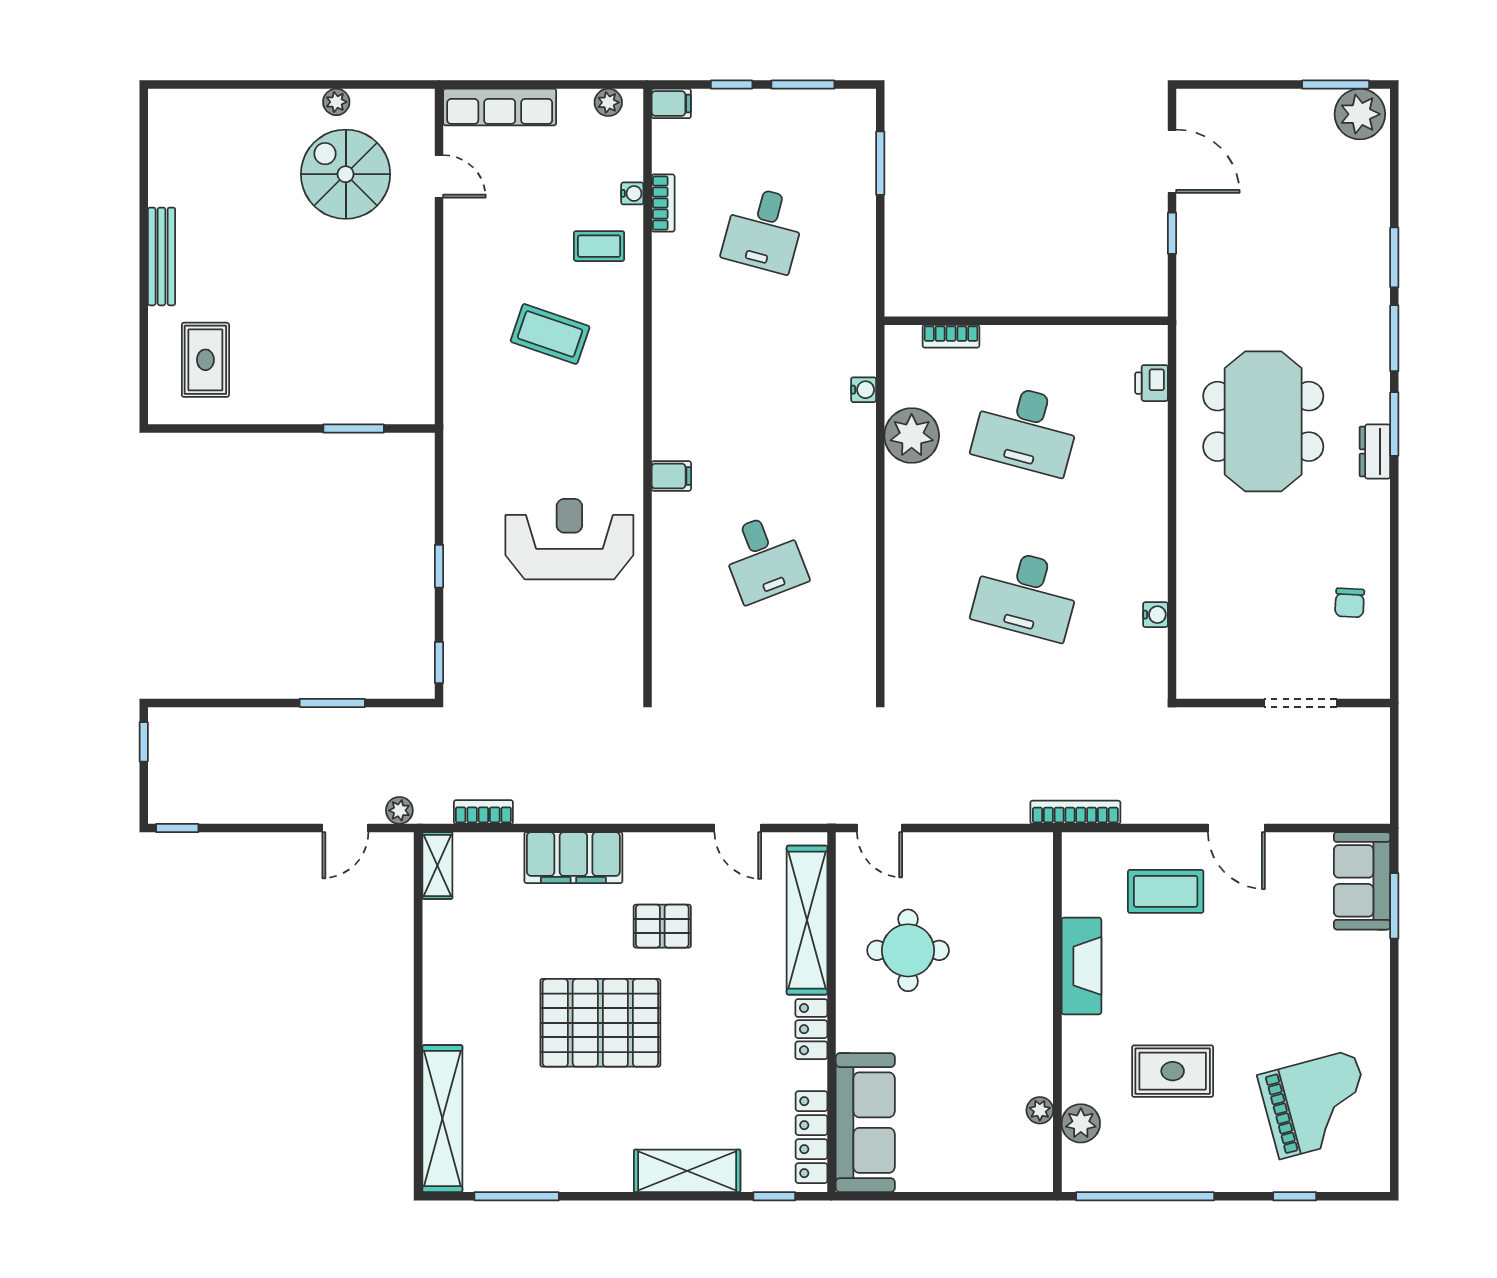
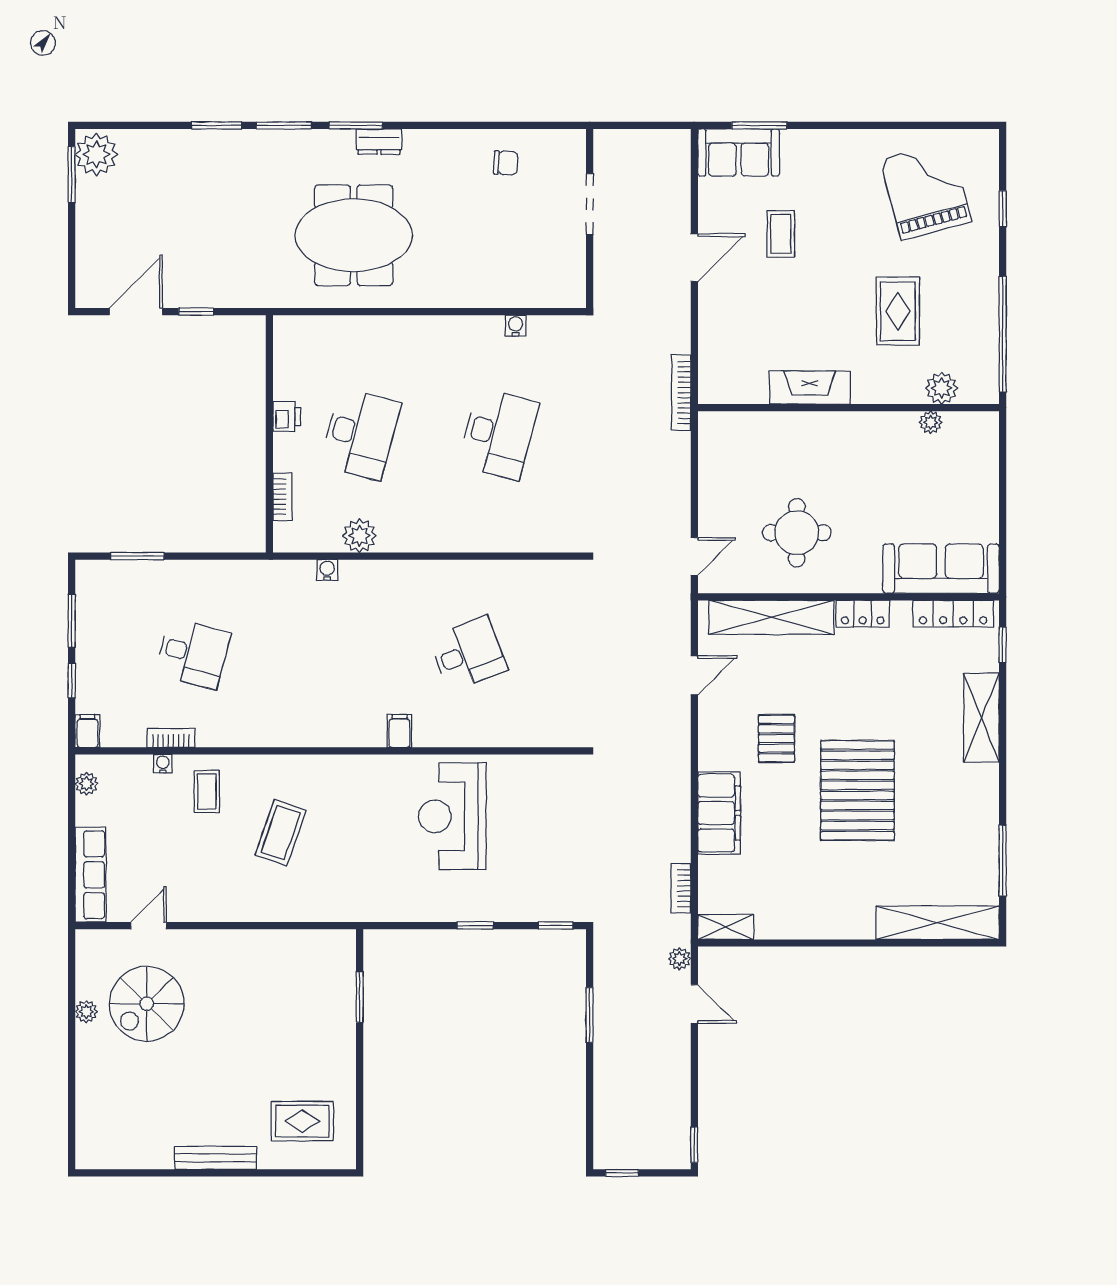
printer: (1151, 383) -> (287, 417), moved, turned -90
plant: (912, 436) -> (359, 536), width x0.73, depth x0.73
coffee table: (1166, 891) -> (781, 234), moved, width x0.73, depth x0.77

